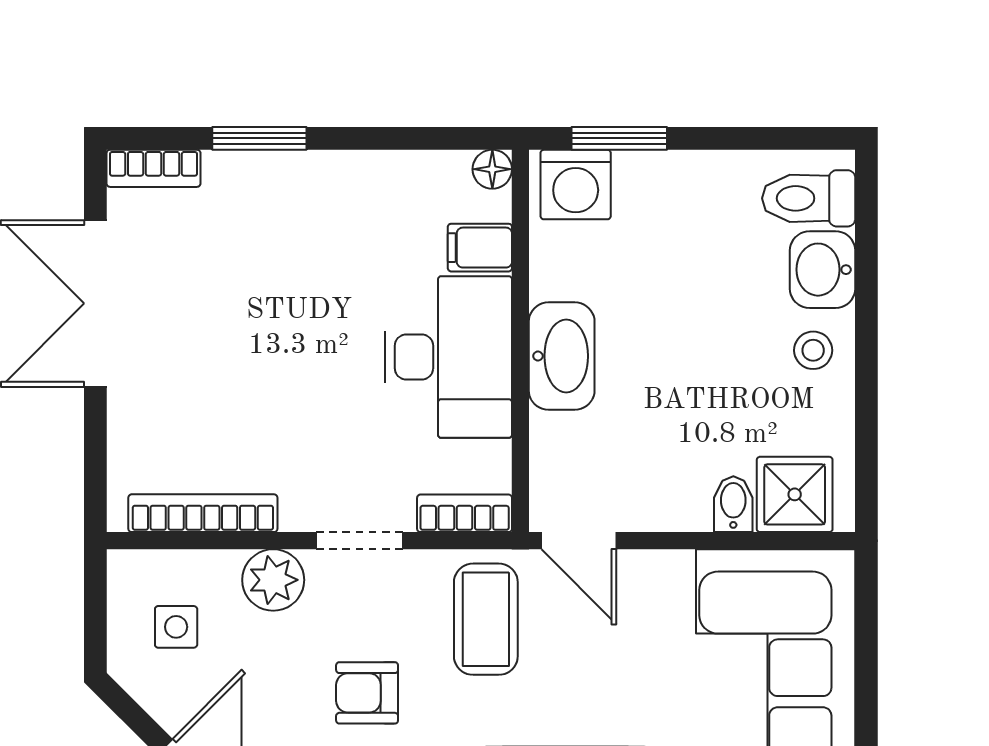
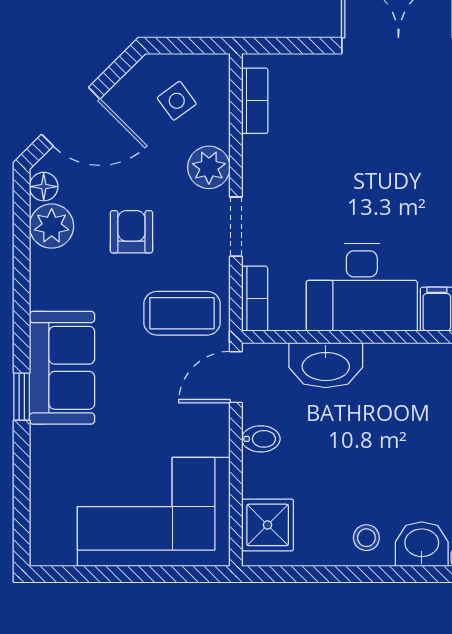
washbasin: (562, 356) -> (326, 365), moved
bidet: (733, 504) -> (261, 439), moved
bookcase: (203, 513) -> (255, 101), width x0.64
side table: (176, 627) -> (177, 101), turned -36

